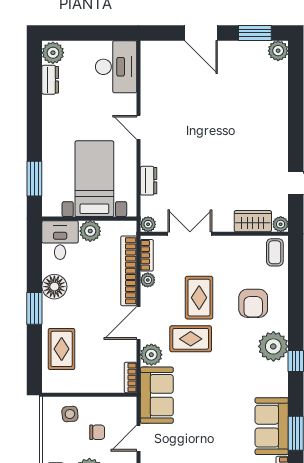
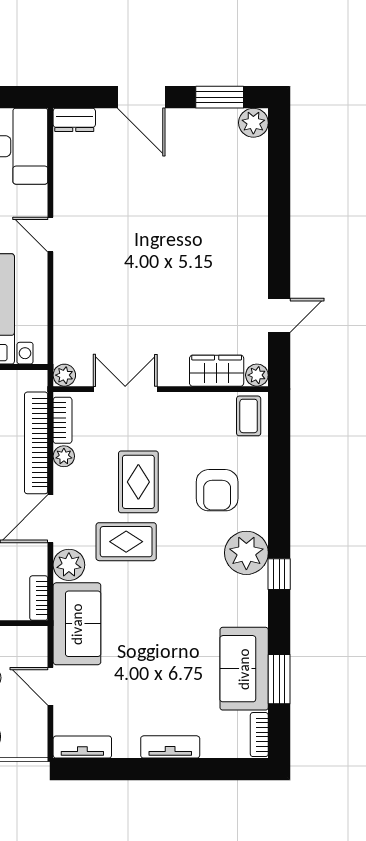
dresser: (149, 181) -> (74, 120), moved, turned 90
door: (139, 438) -> (50, 686), hinge flipped

